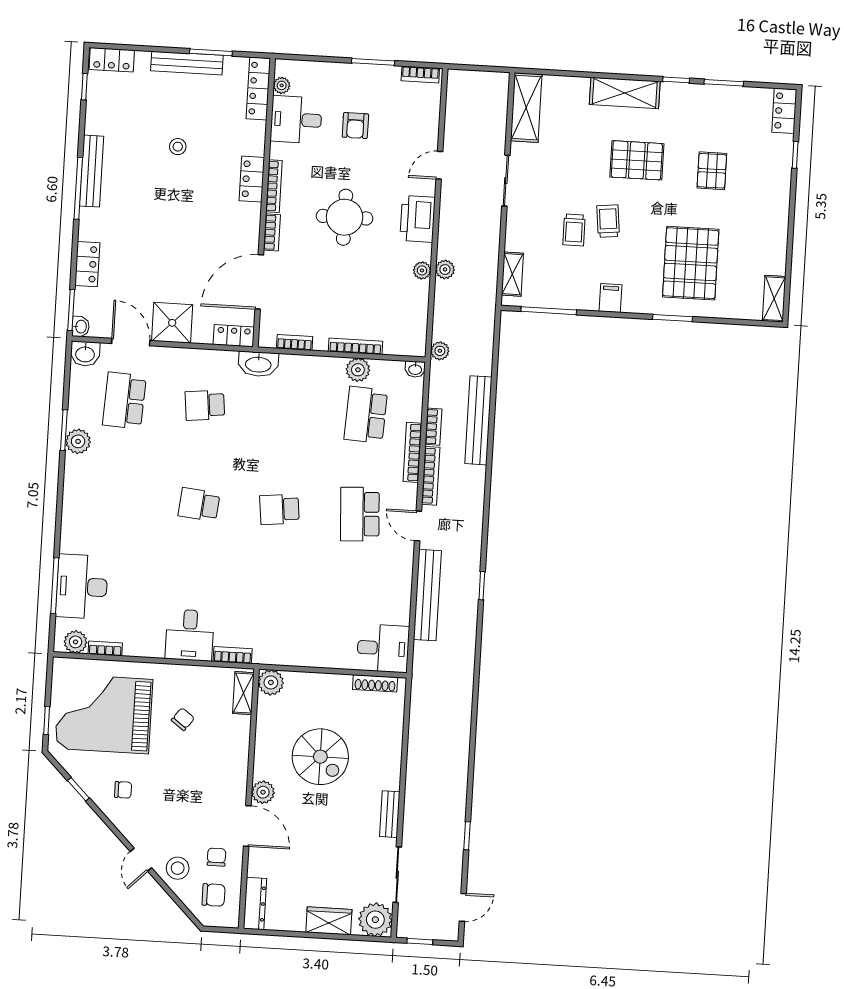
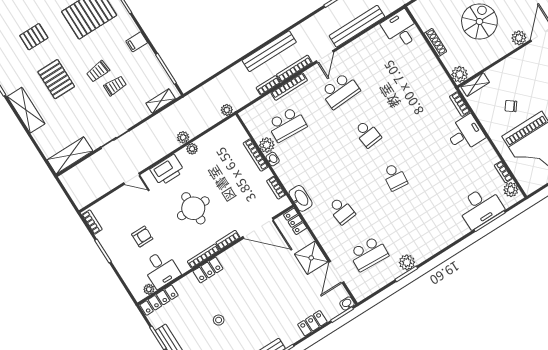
washbasin: (85, 354) -> (359, 291), removed
washbasin: (415, 369) -> (273, 159), moved
bench: (478, 420) -> (269, 51), moved
shoe rack: (375, 683) -> (435, 42), moved

